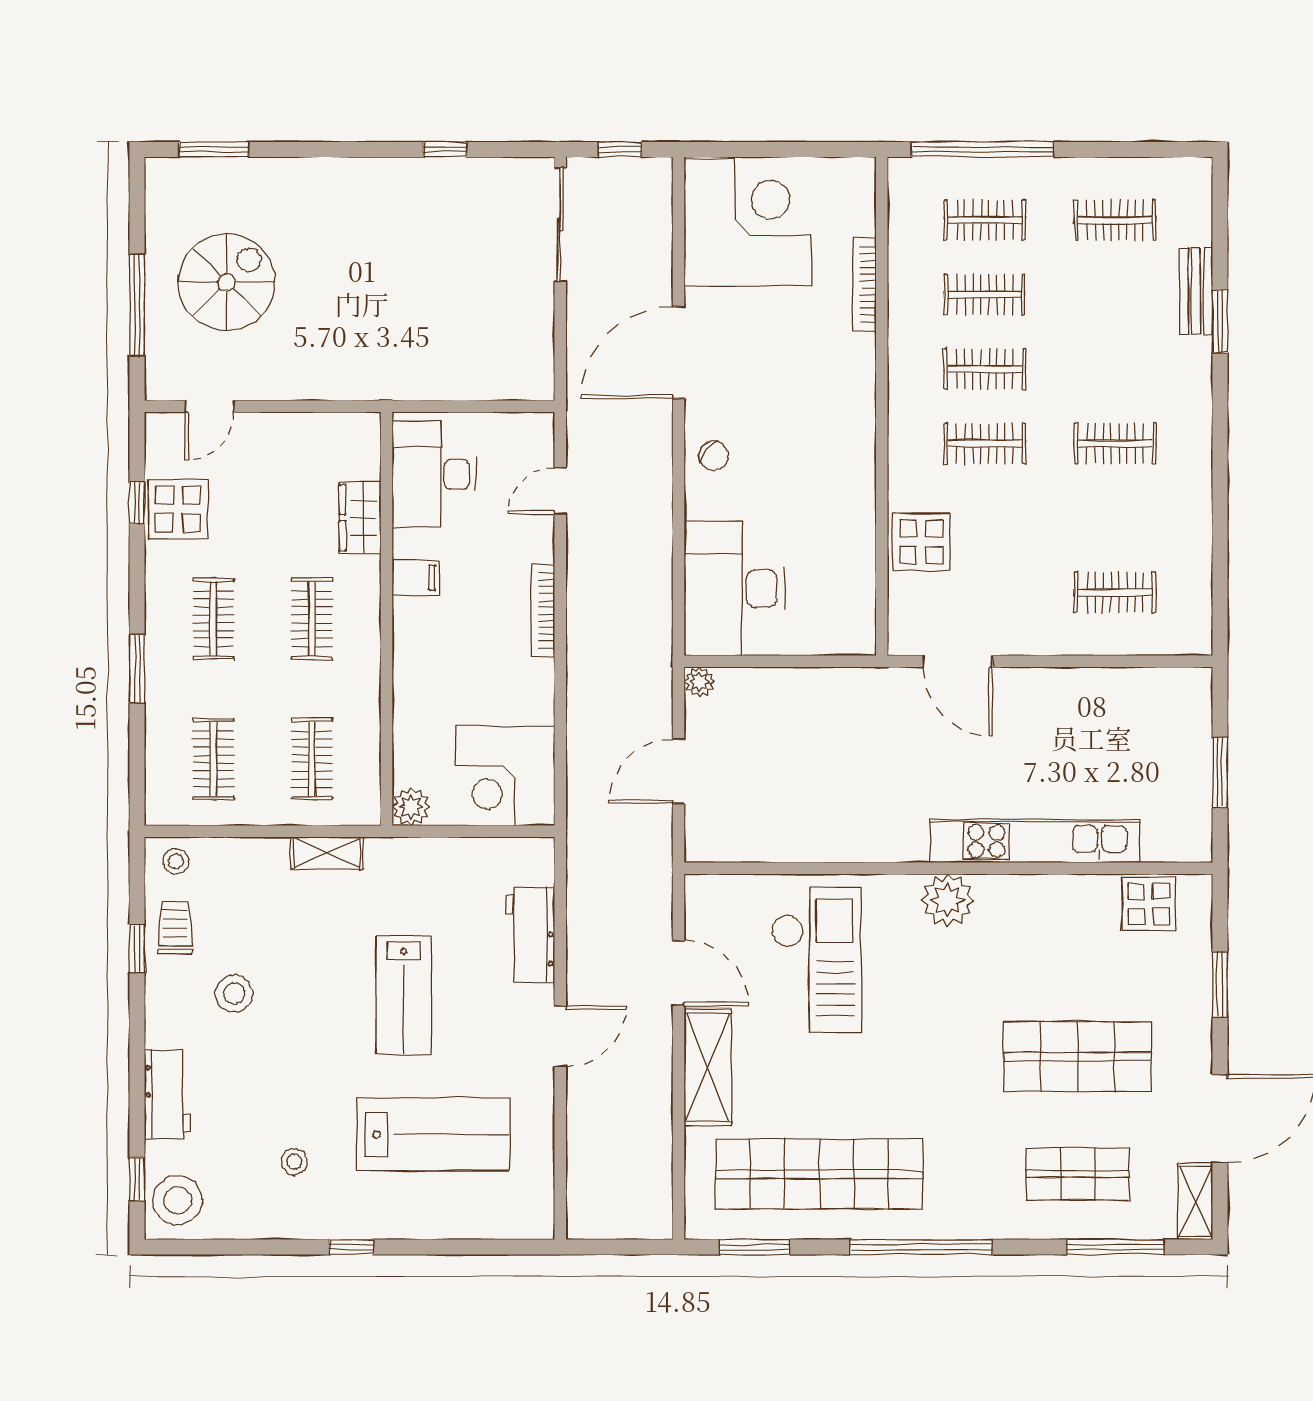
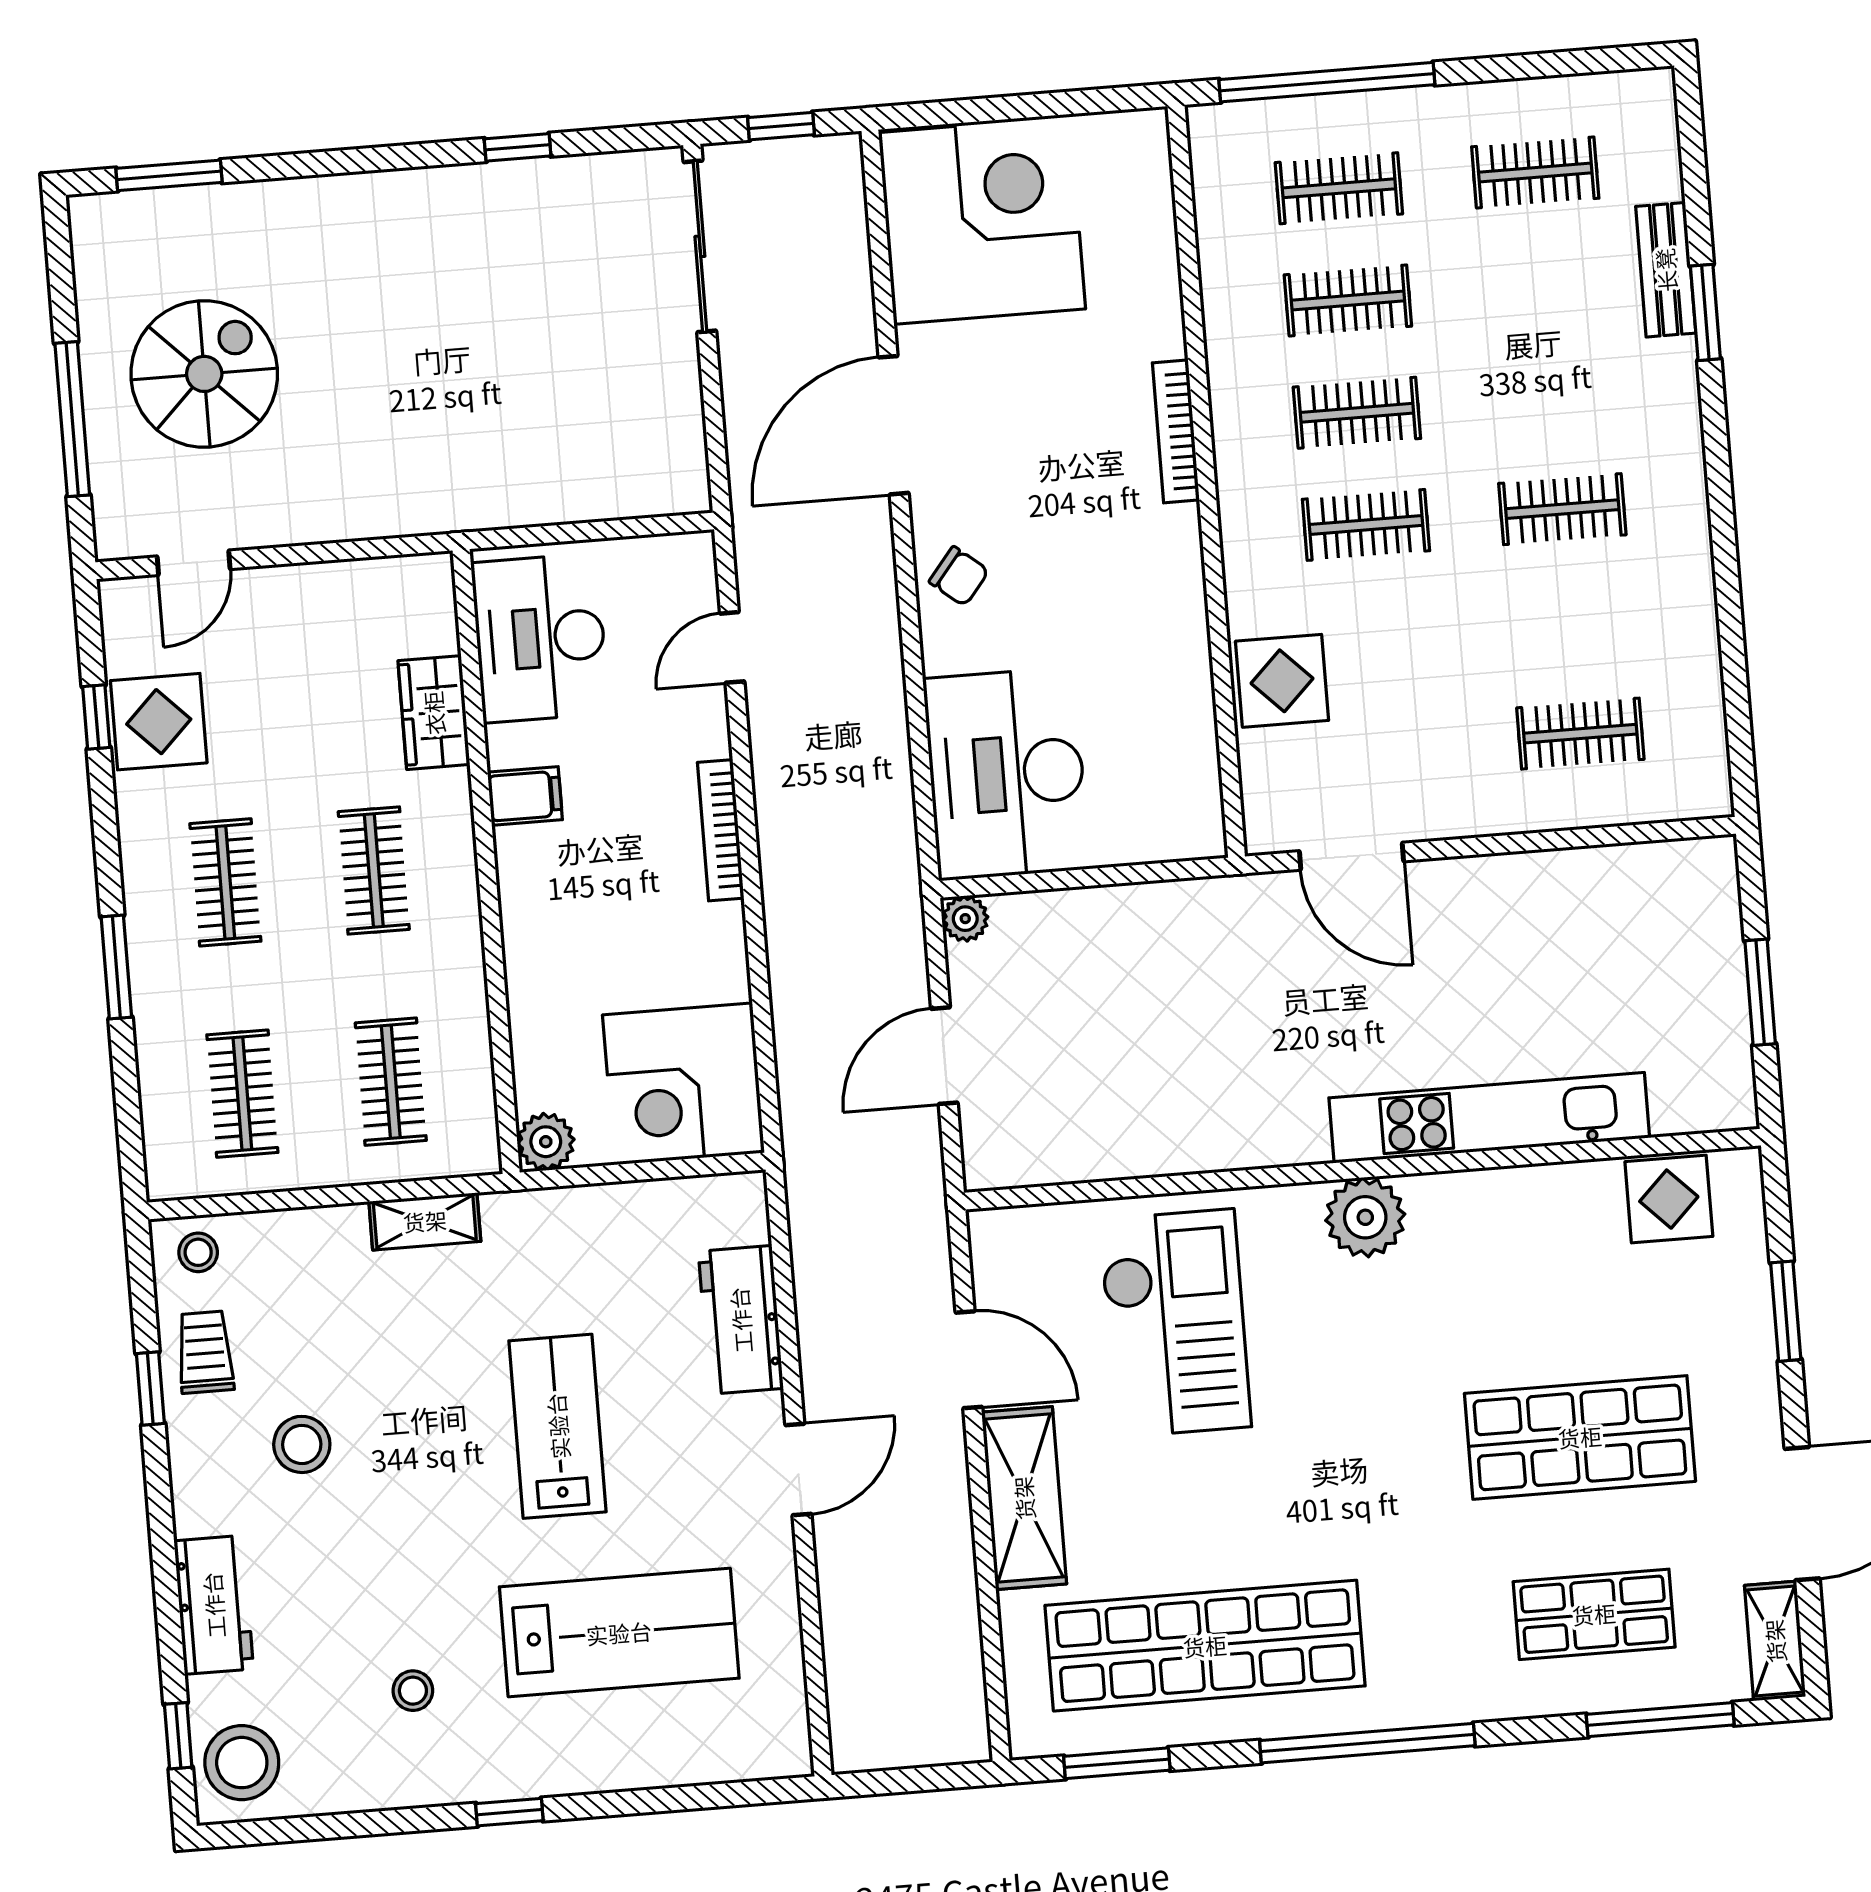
bookcase: (864, 284) -> (1176, 431), moved
lab bench: (404, 995) -> (558, 1426), turned 180

